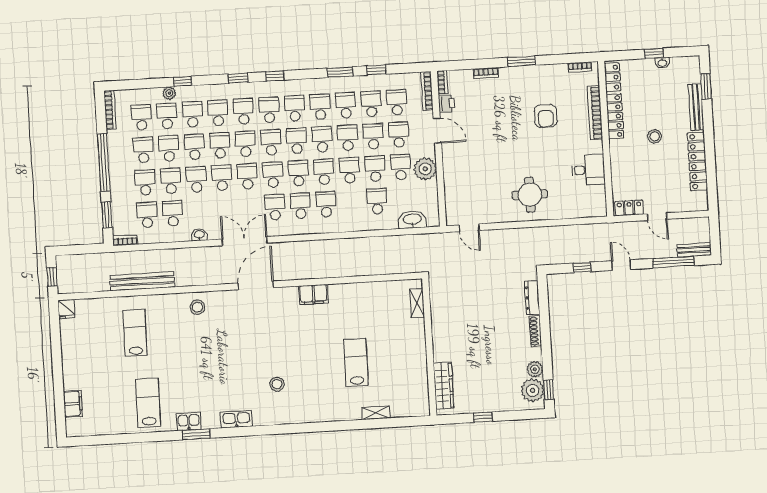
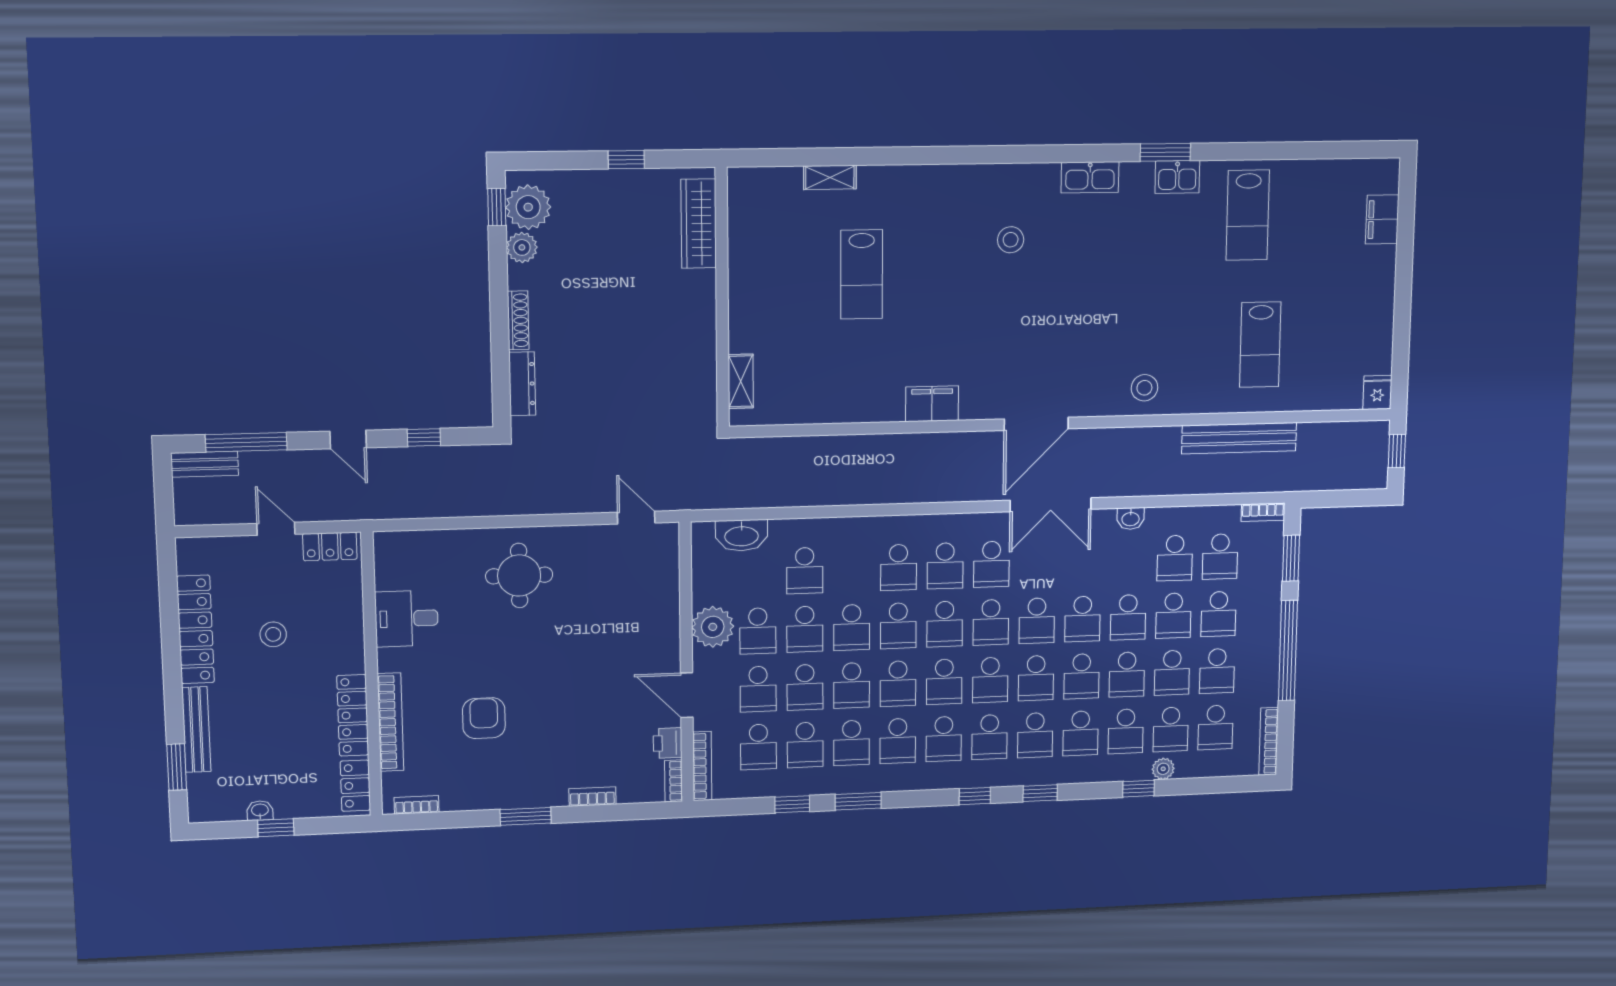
stool: (655, 136) -> (273, 634), moved

